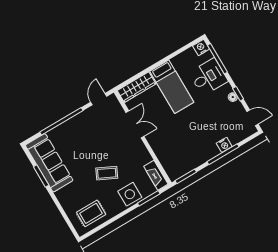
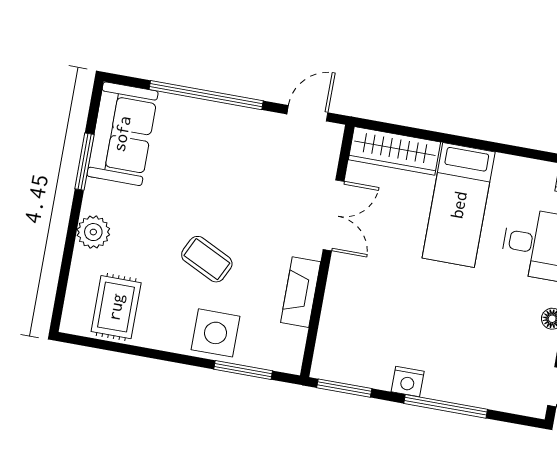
nightstand: (224, 145) -> (408, 381), moved
sofa: (49, 163) -> (122, 134), width x0.73
fireplace: (156, 175) -> (301, 292), moved
plant: (63, 196) -> (93, 232), added
rug: (91, 213) -> (116, 307), turned 90

